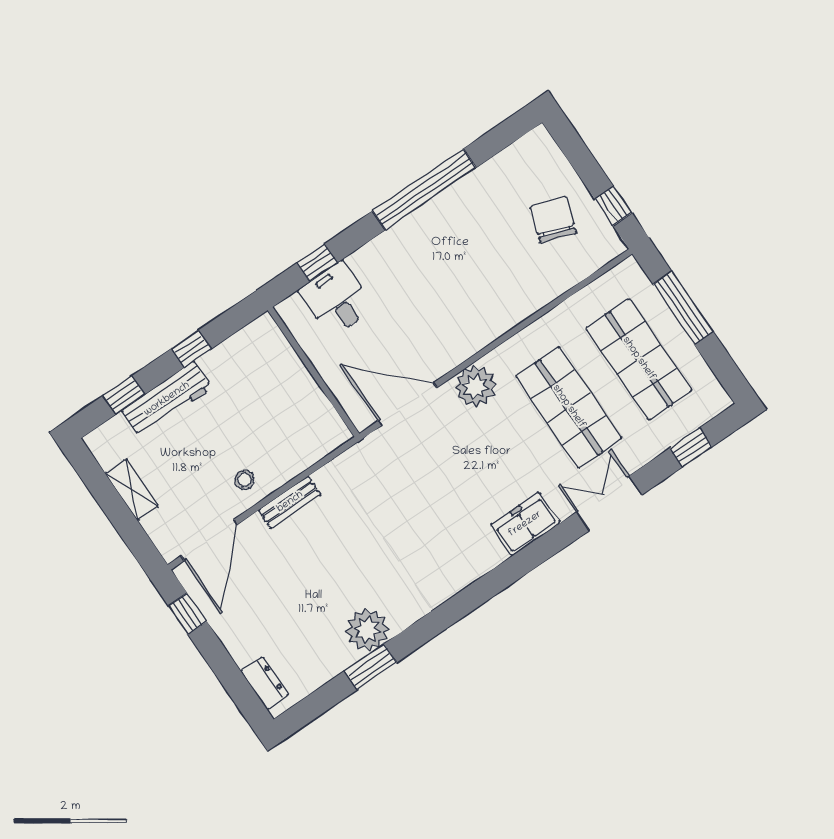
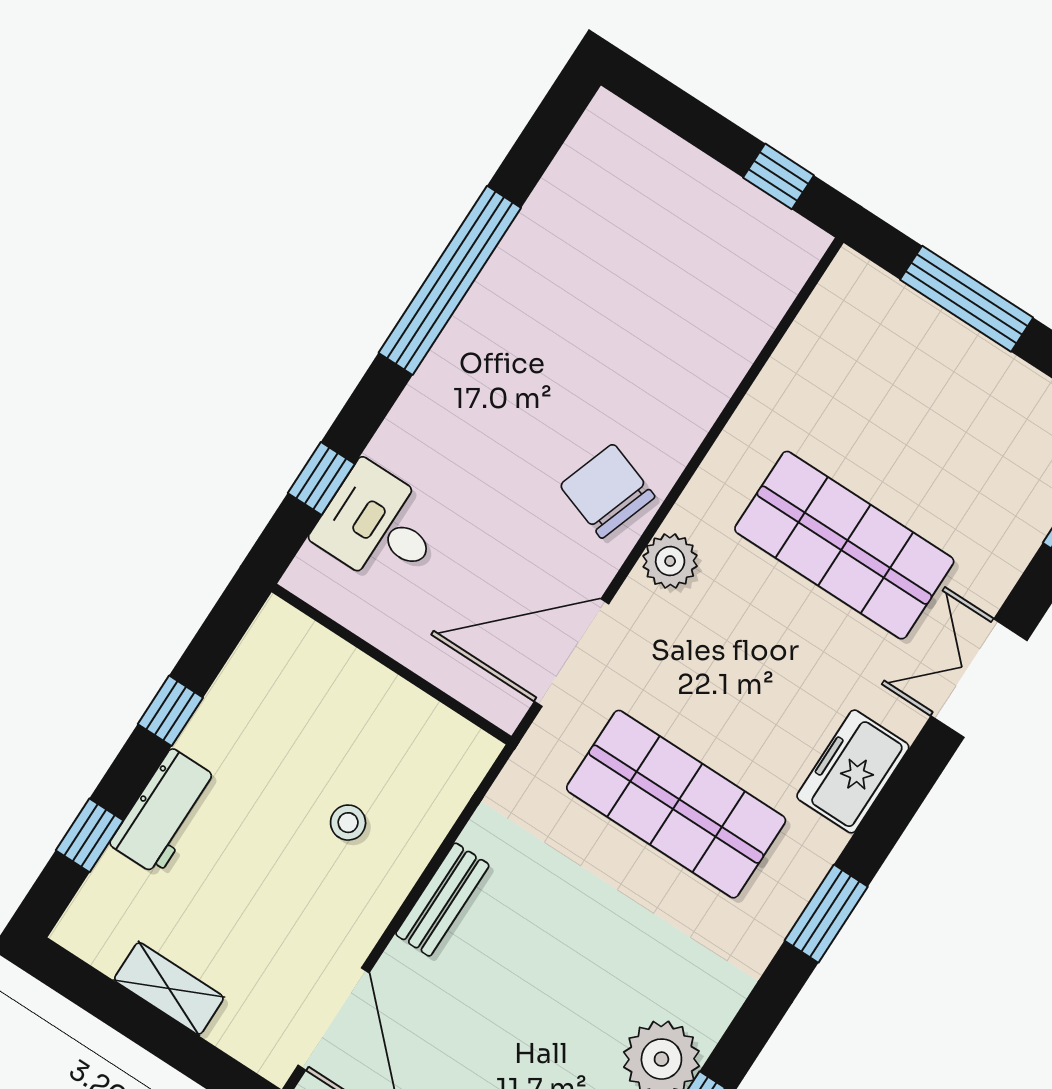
chair: (553, 220) -> (607, 491), moved
shop shelf: (639, 359) -> (676, 804), moved
plant: (475, 386) -> (670, 561), width x0.73, depth x0.73
workbench: (167, 399) -> (165, 812), width x0.73
stool: (244, 480) -> (348, 823), moved
window: (482, 591) -> (826, 914), added

